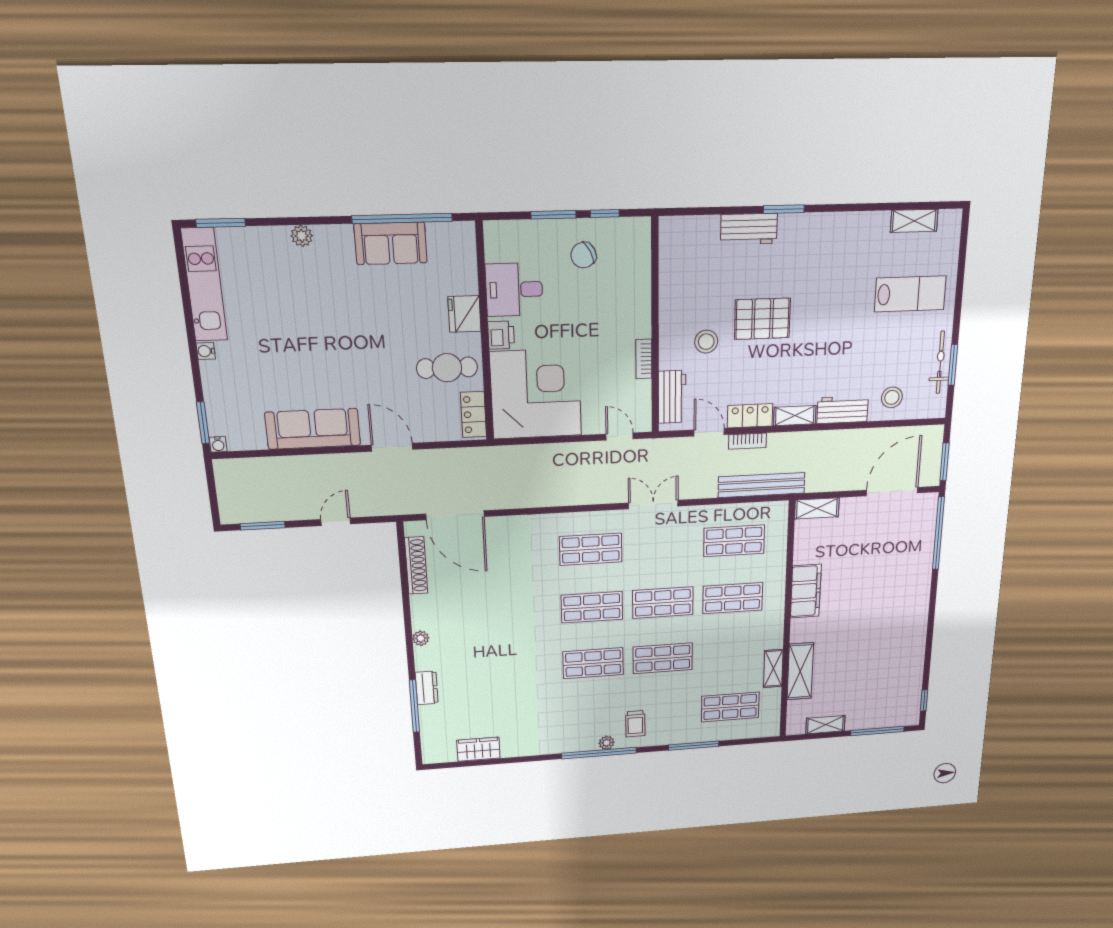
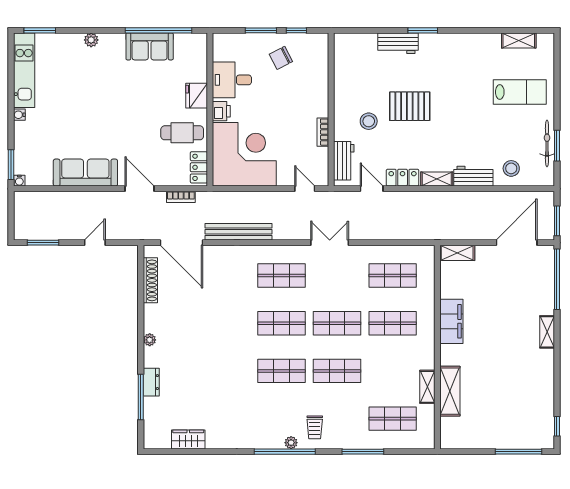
bookcase: (747, 441) -> (181, 197), moved
bench: (762, 485) -> (238, 232), moved
shelving: (825, 725) -> (547, 332), moved, turned 90

